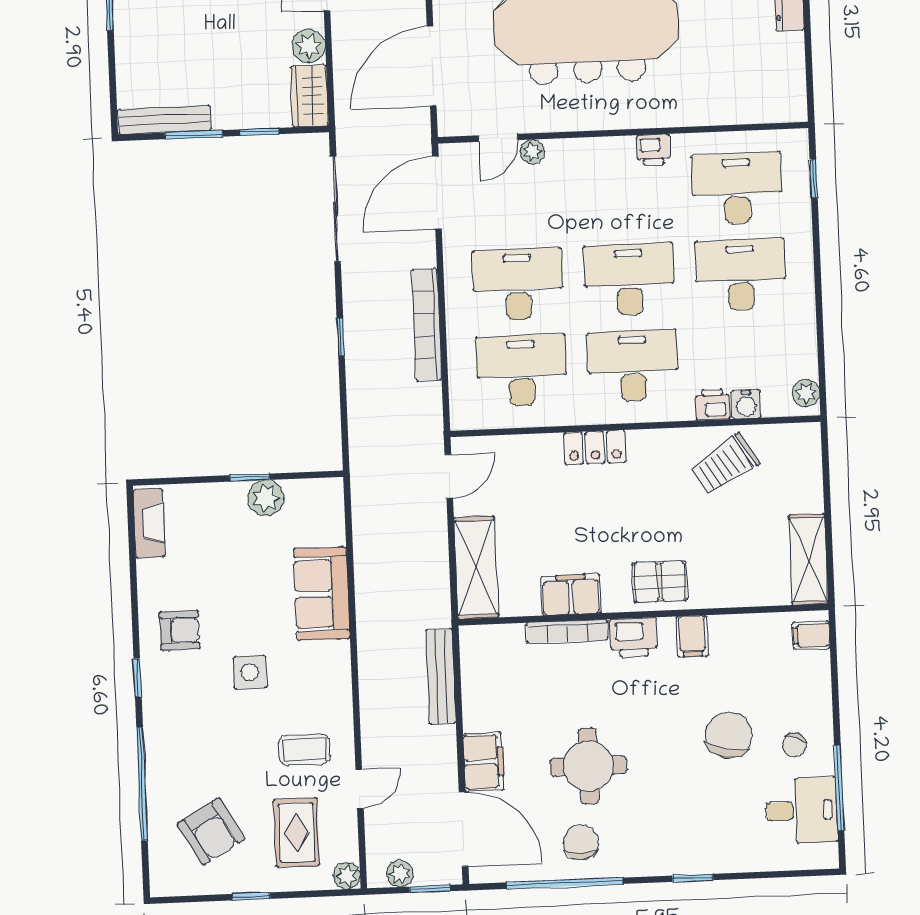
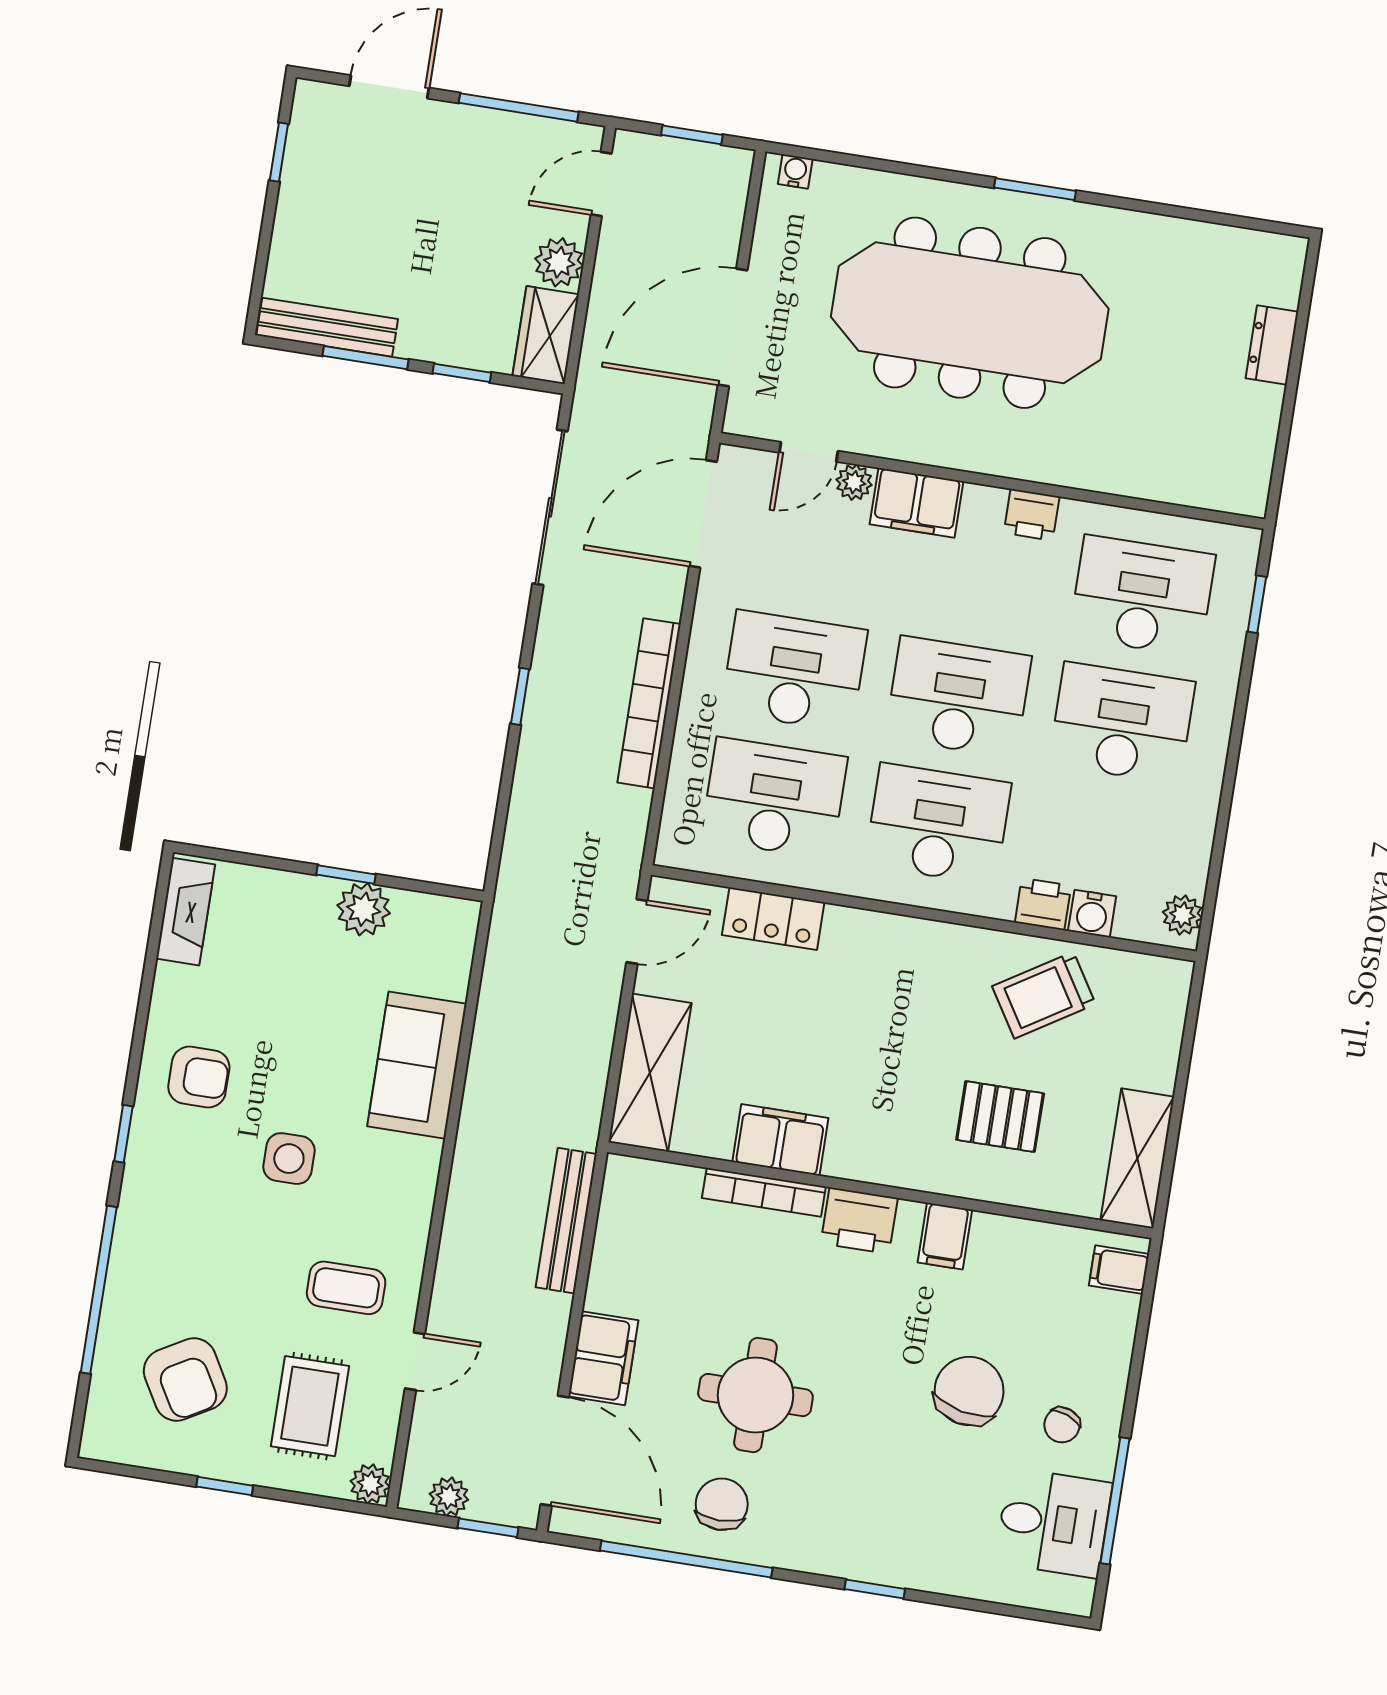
filing cabinet: (576, 157) -> (917, 503), added
locker: (595, 447) -> (773, 919), moved
pallet: (660, 582) -> (1000, 1117), moved

